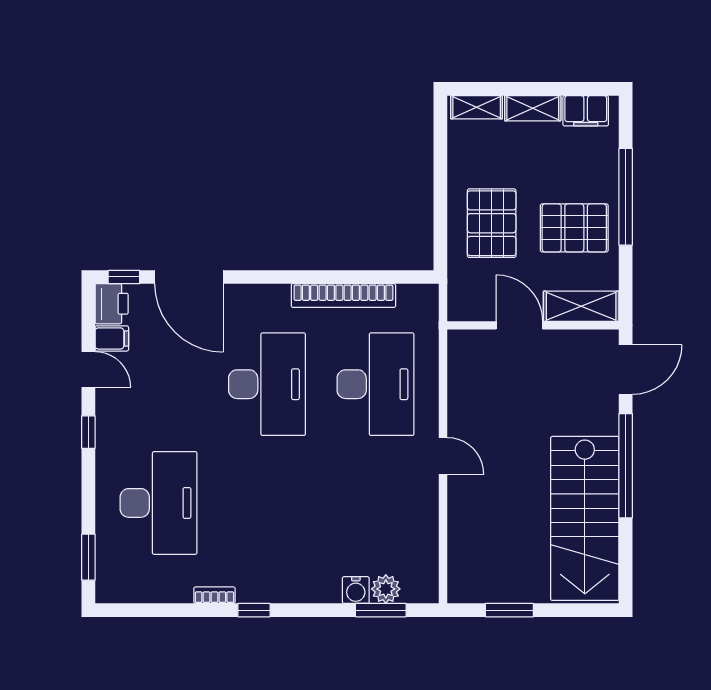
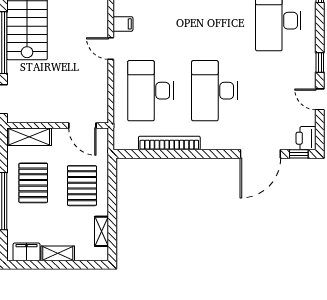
shelving: (477, 107) -> (101, 231), moved, turned 90
pallet: (574, 228) -> (33, 183), turned 90
door: (189, 277) -> (260, 154), swing flipped
door: (519, 325) -> (82, 125), moved
filing cabinet: (112, 338) -> (123, 24), moved, turned 180

